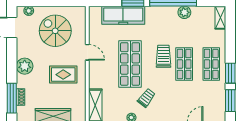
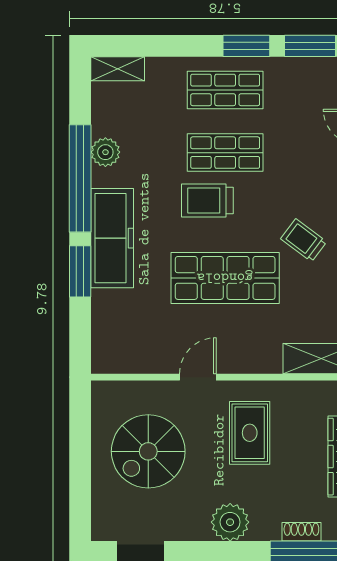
plant: (29, 11) -> (102, 513), removed
freezer: (123, 15) -> (112, 238), moved

